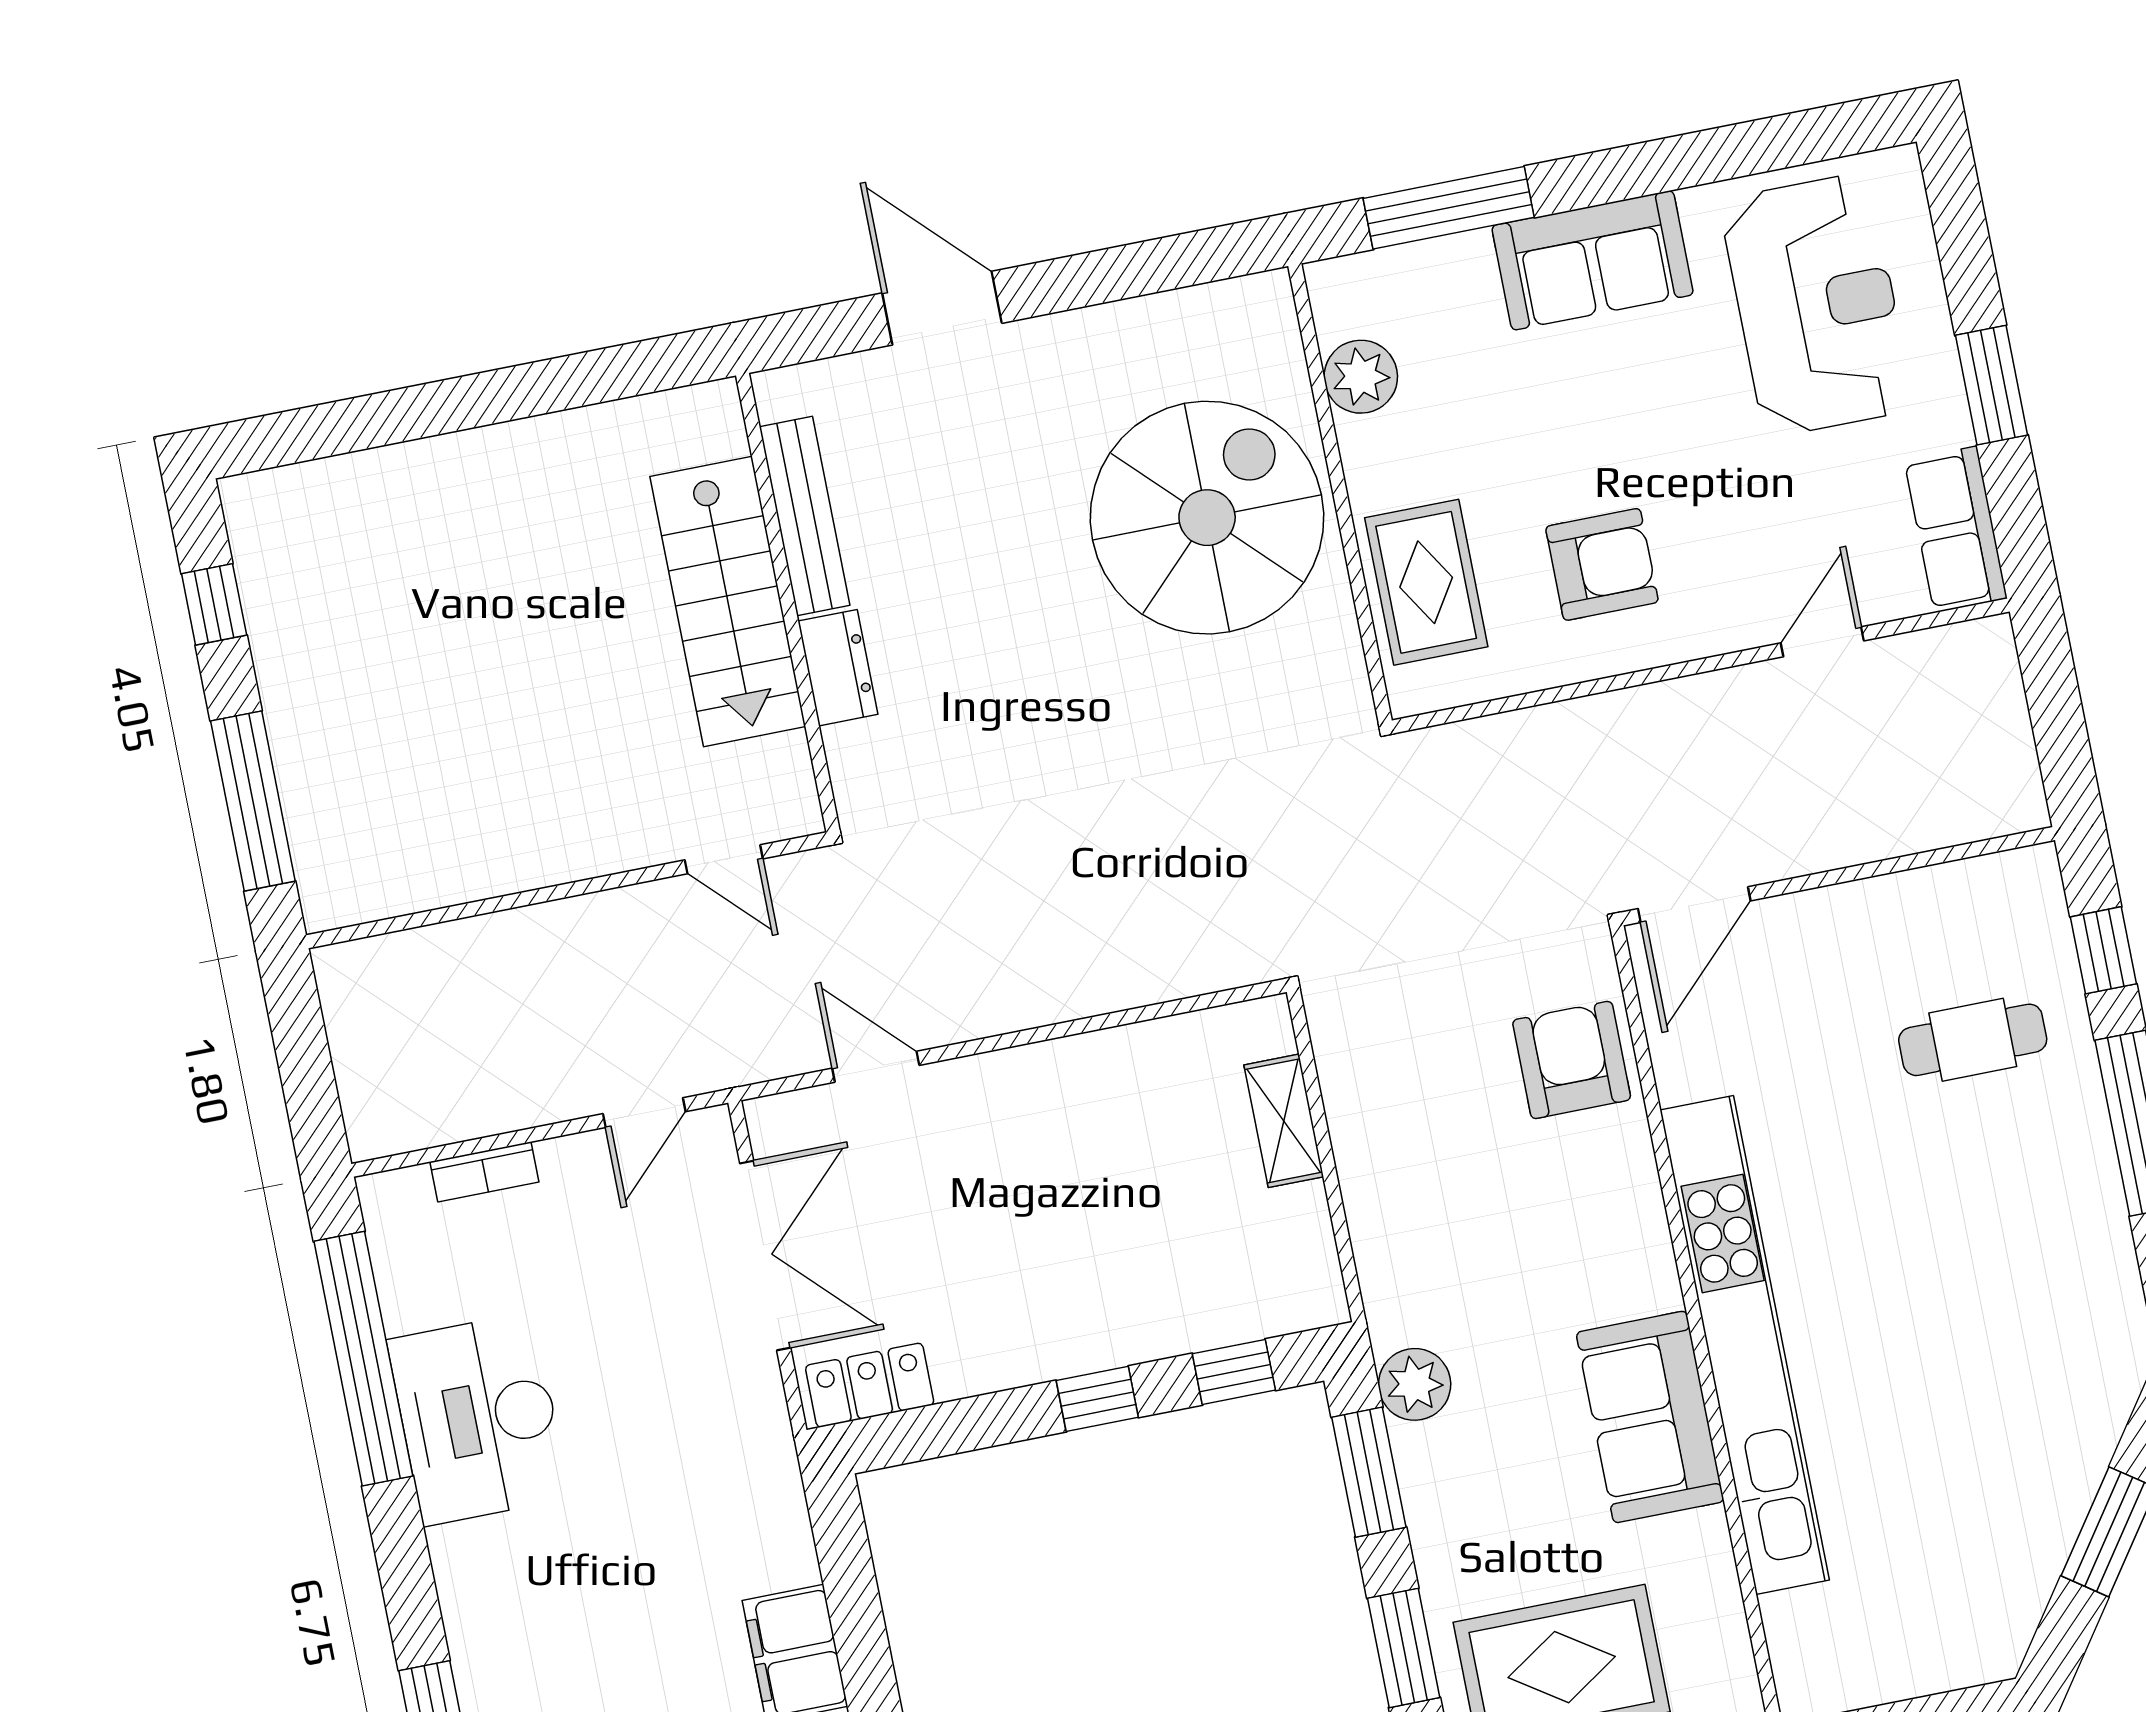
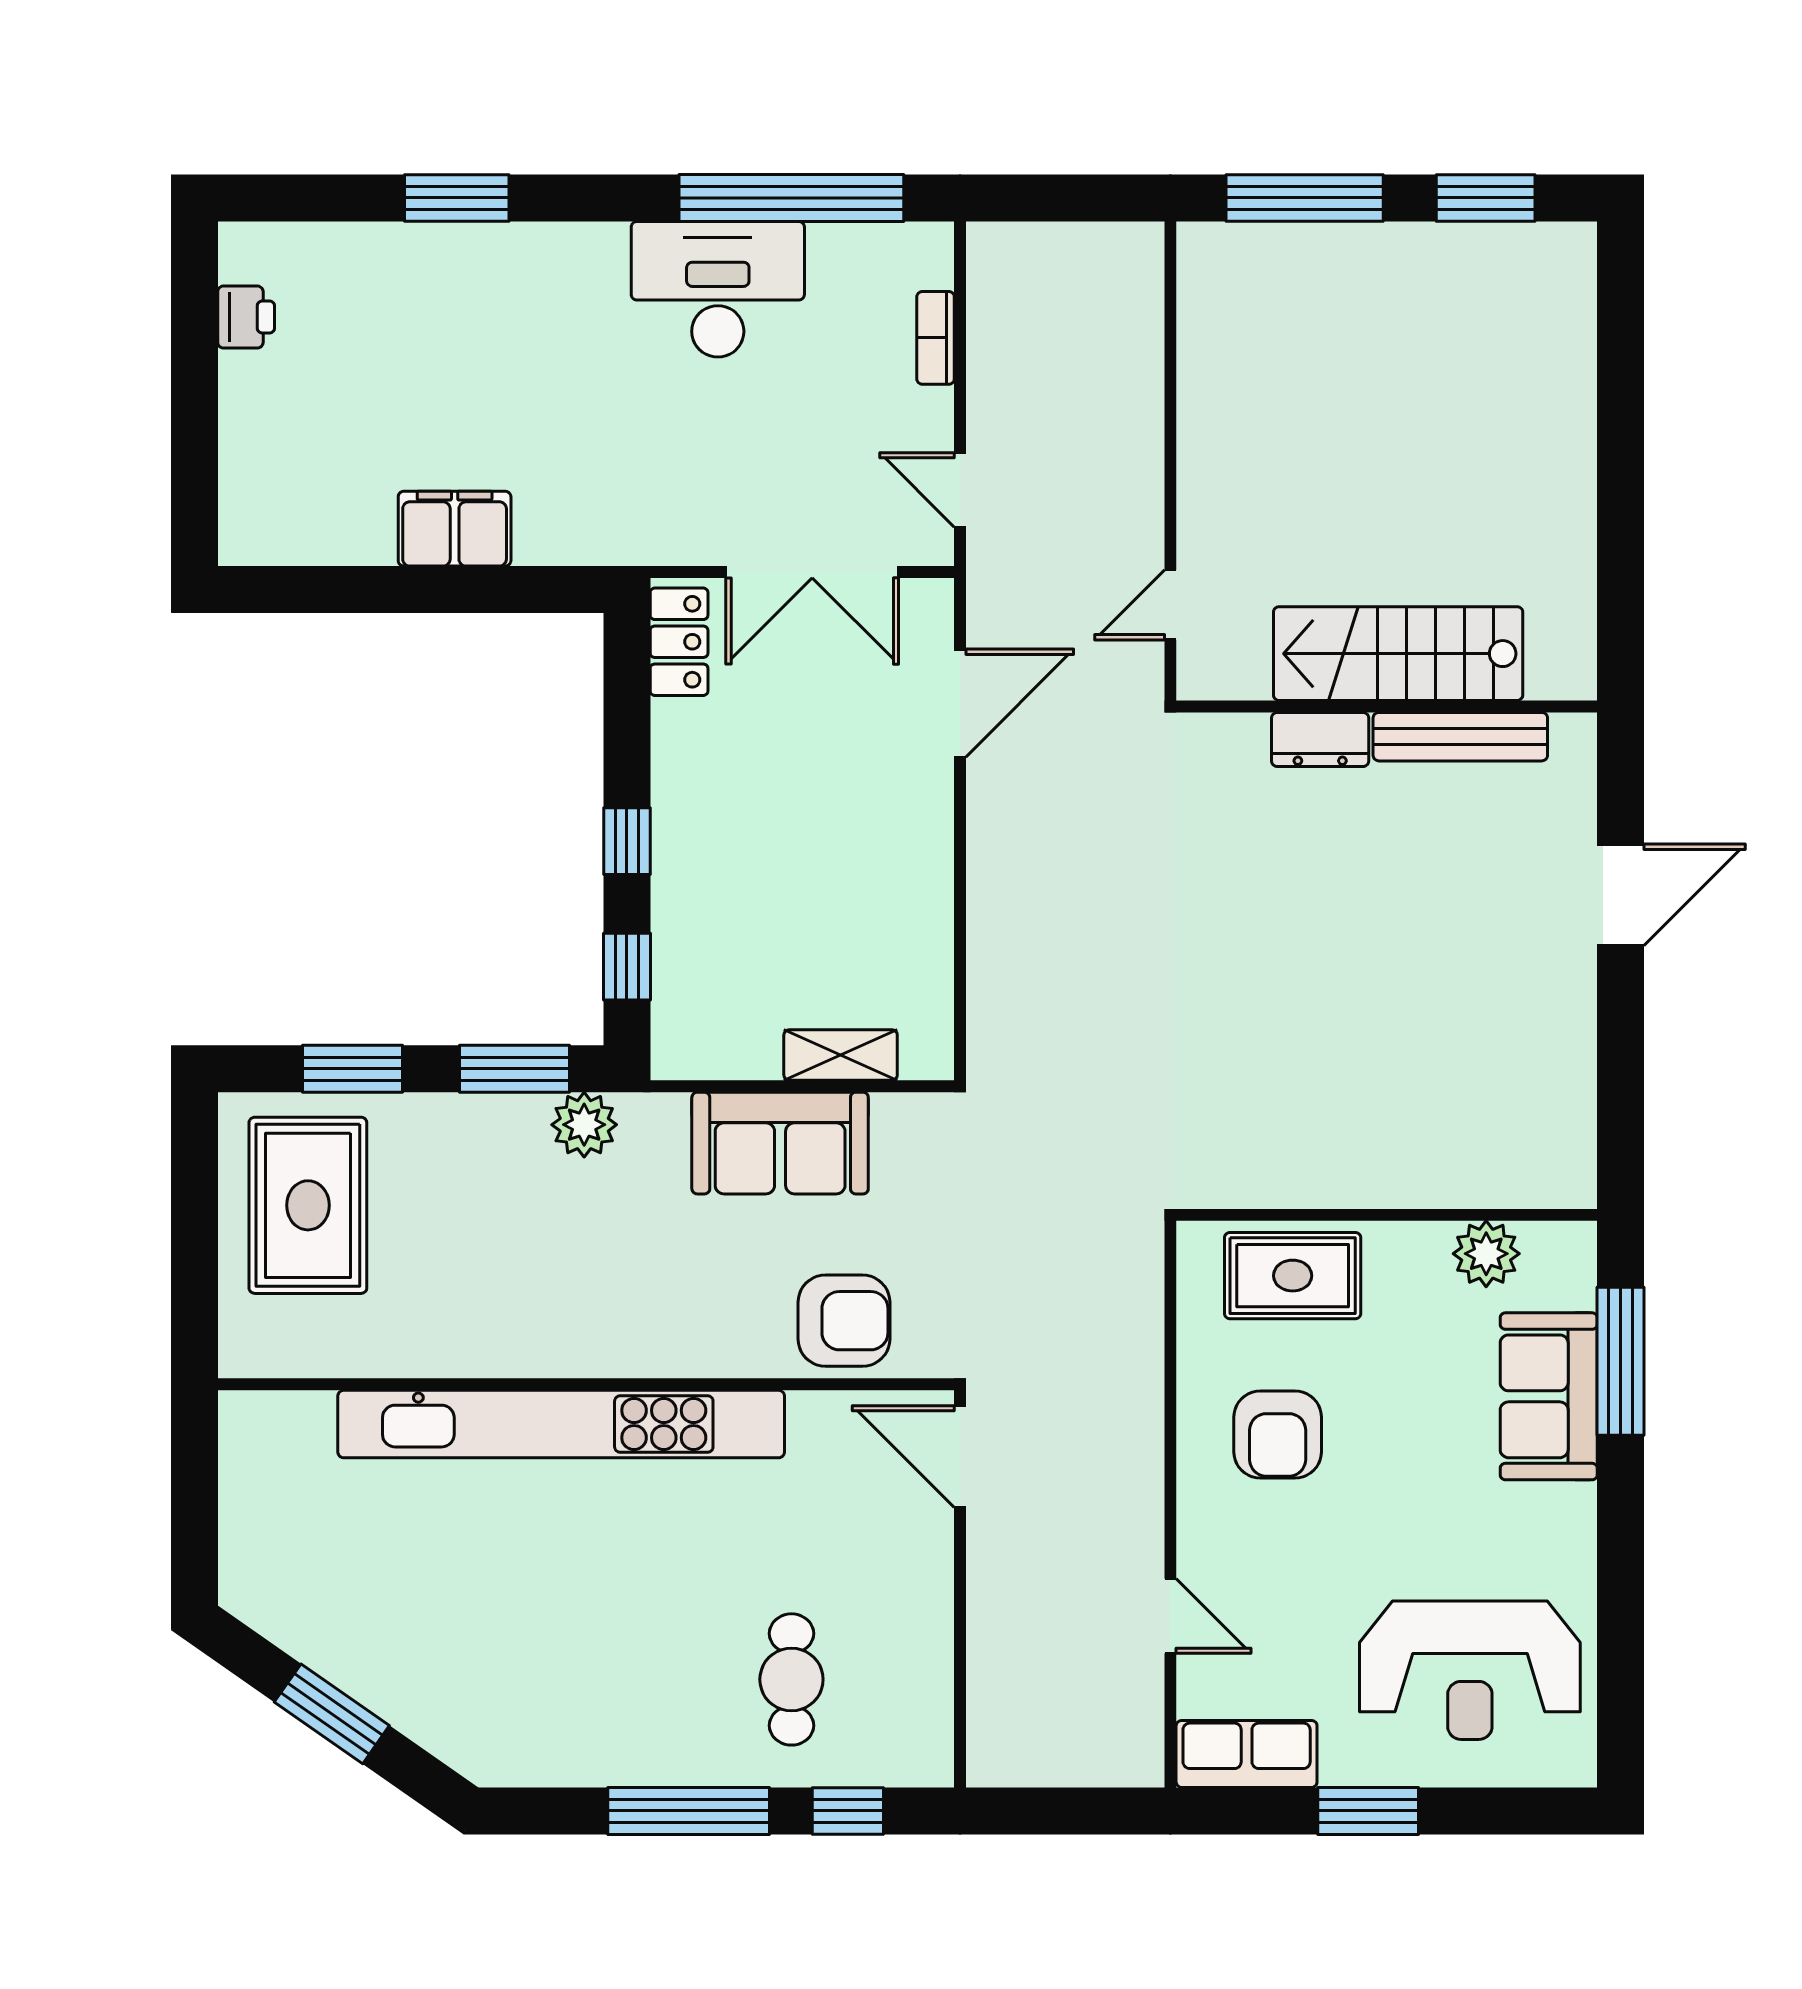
sofa: (1593, 260) -> (1549, 1396), moved
spiral stairs: (1207, 518) -> (1388, 1093), removed
window: (214, 604) -> (1486, 198), width x1.50
door: (876, 1067) -> (960, 703), width x1.38
sofa: (1650, 1417) -> (780, 1143), moved, turned 180

